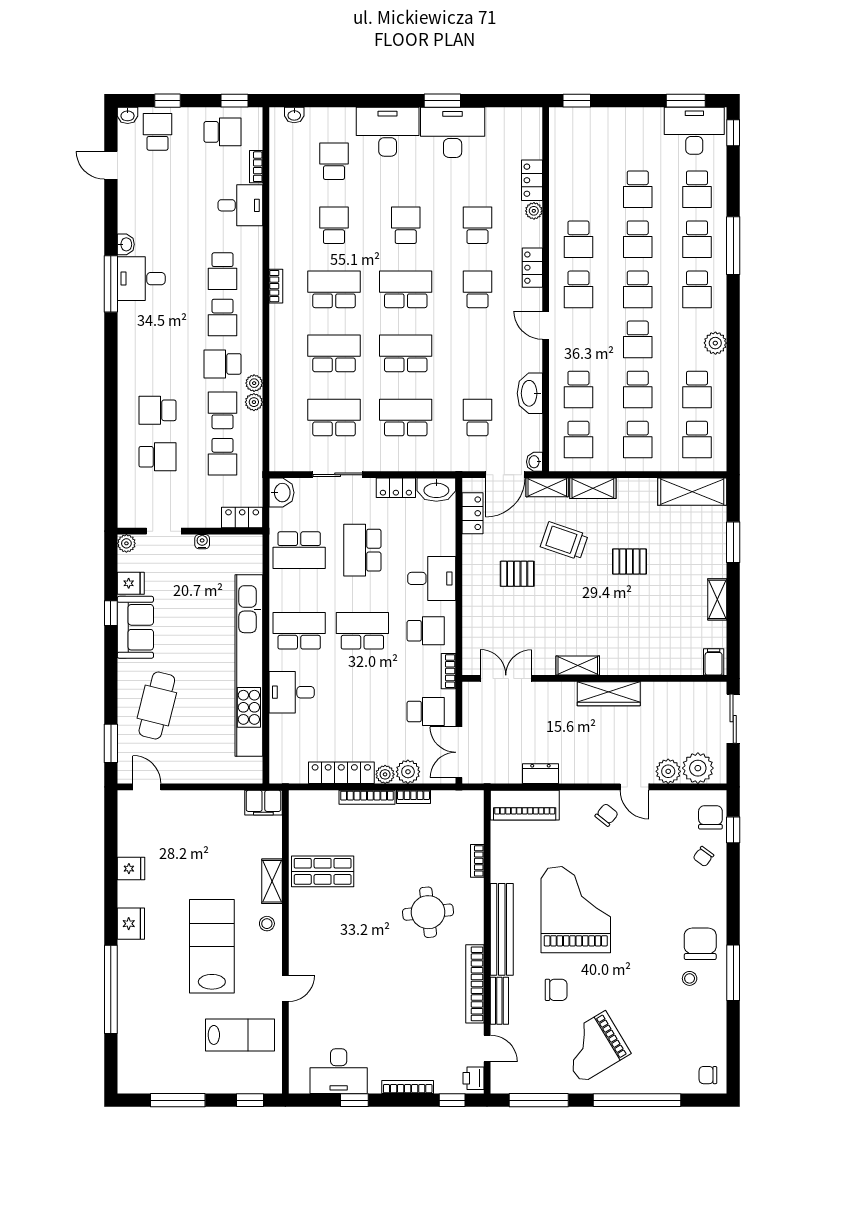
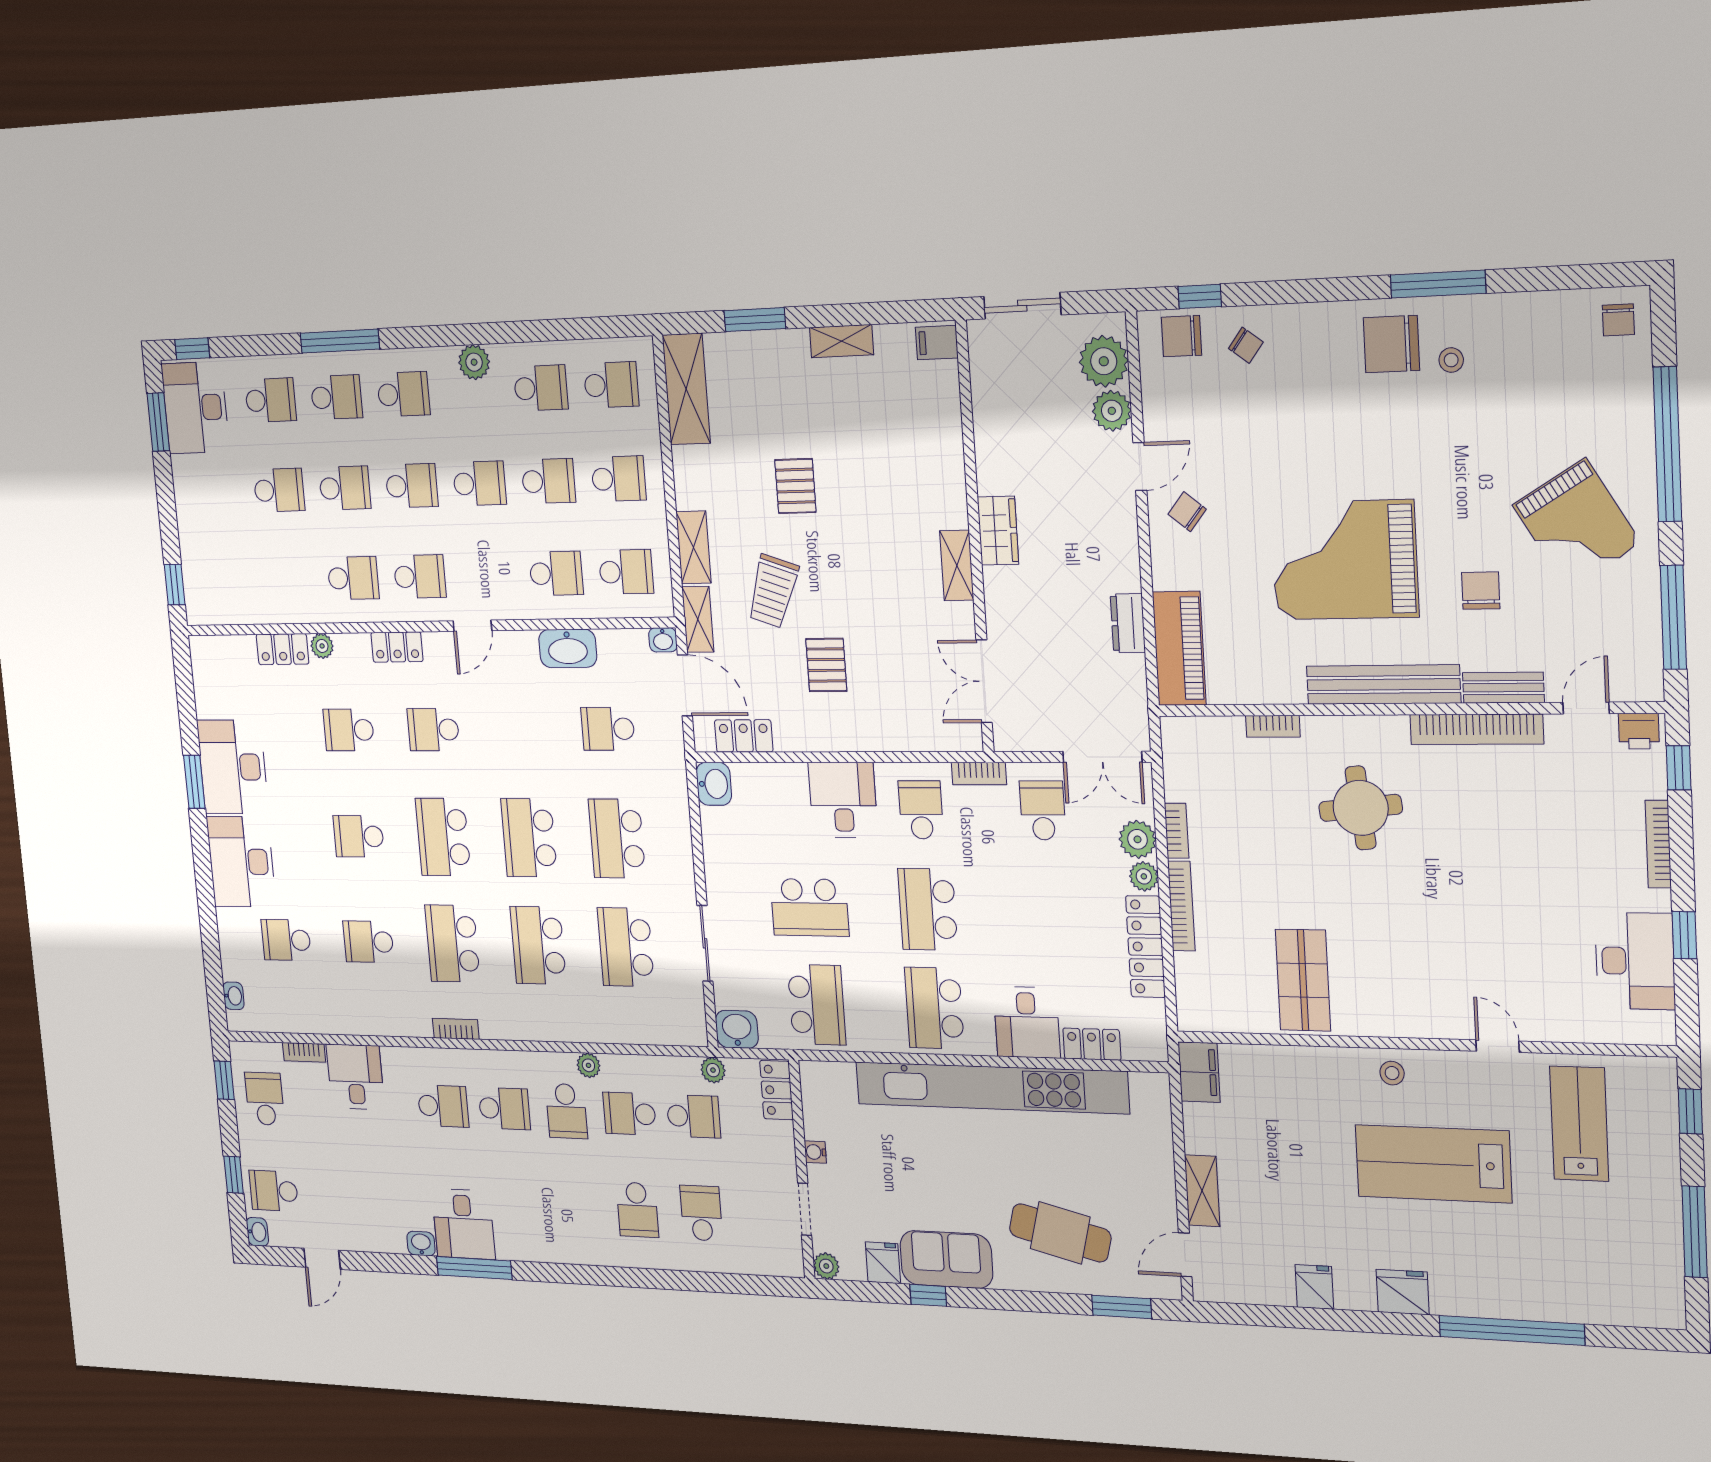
plant: (254, 402) -> (713, 1070), moved
locker: (396, 488) -> (1092, 1044), moved, turned -90
washbasin: (436, 490) -> (714, 784), width x0.72
wardrobe: (609, 694) -> (998, 531), width x0.67
shelving: (272, 881) -> (1202, 1191), moved, turned 90

